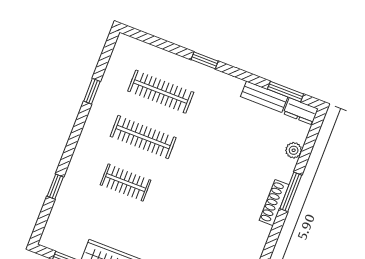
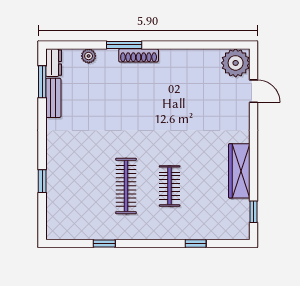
window: (205, 60) -> (42, 181), moved
clothes rail: (161, 92) -> (82, 186), removed

